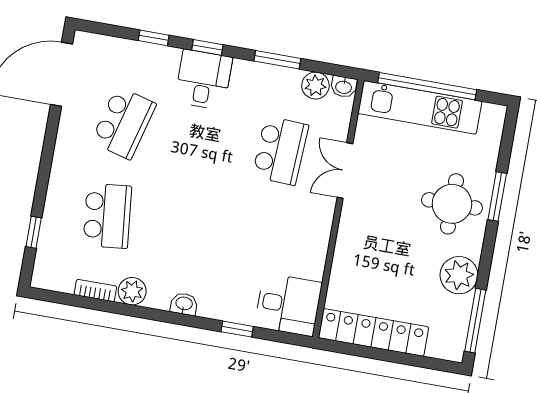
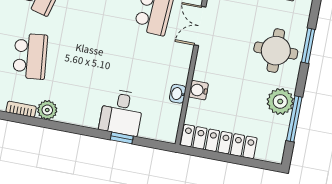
water cooler: (344, 261) -> (198, 90), added
washbasin: (184, 304) -> (178, 94), moved, turned -90
desk: (288, 305) -> (122, 112), moved, turned 90
window: (475, 321) -> (294, 119), moved

